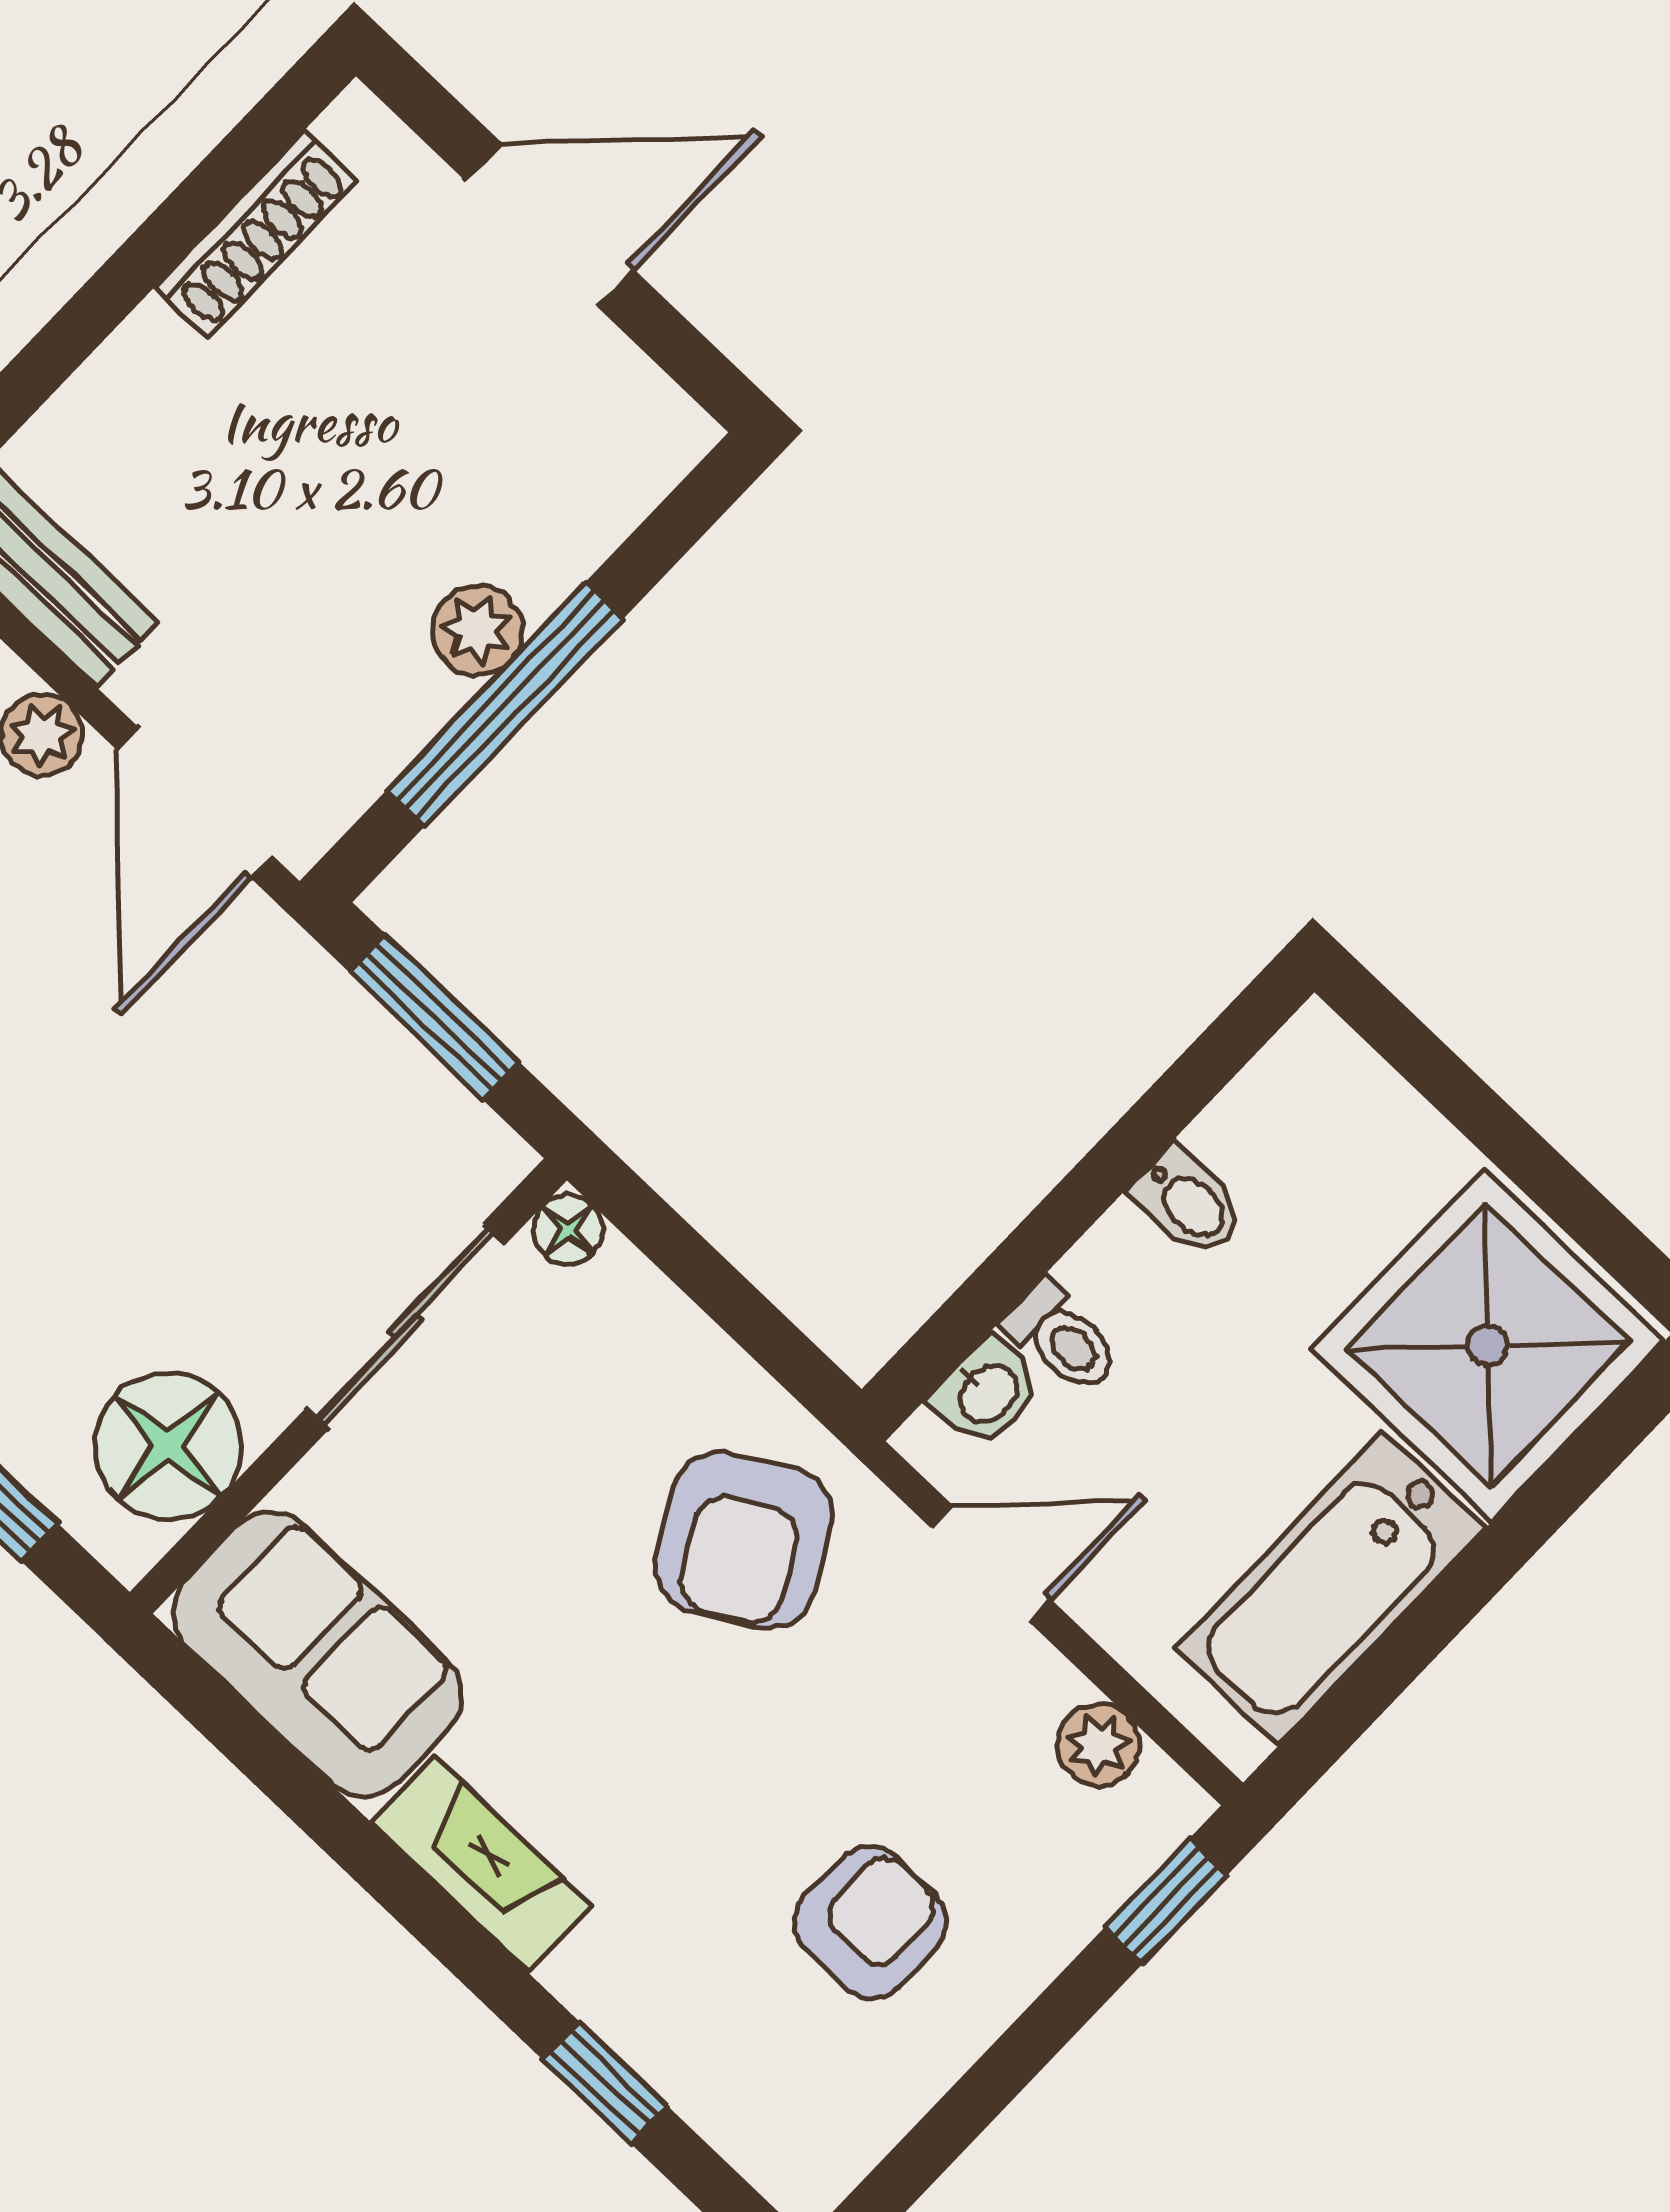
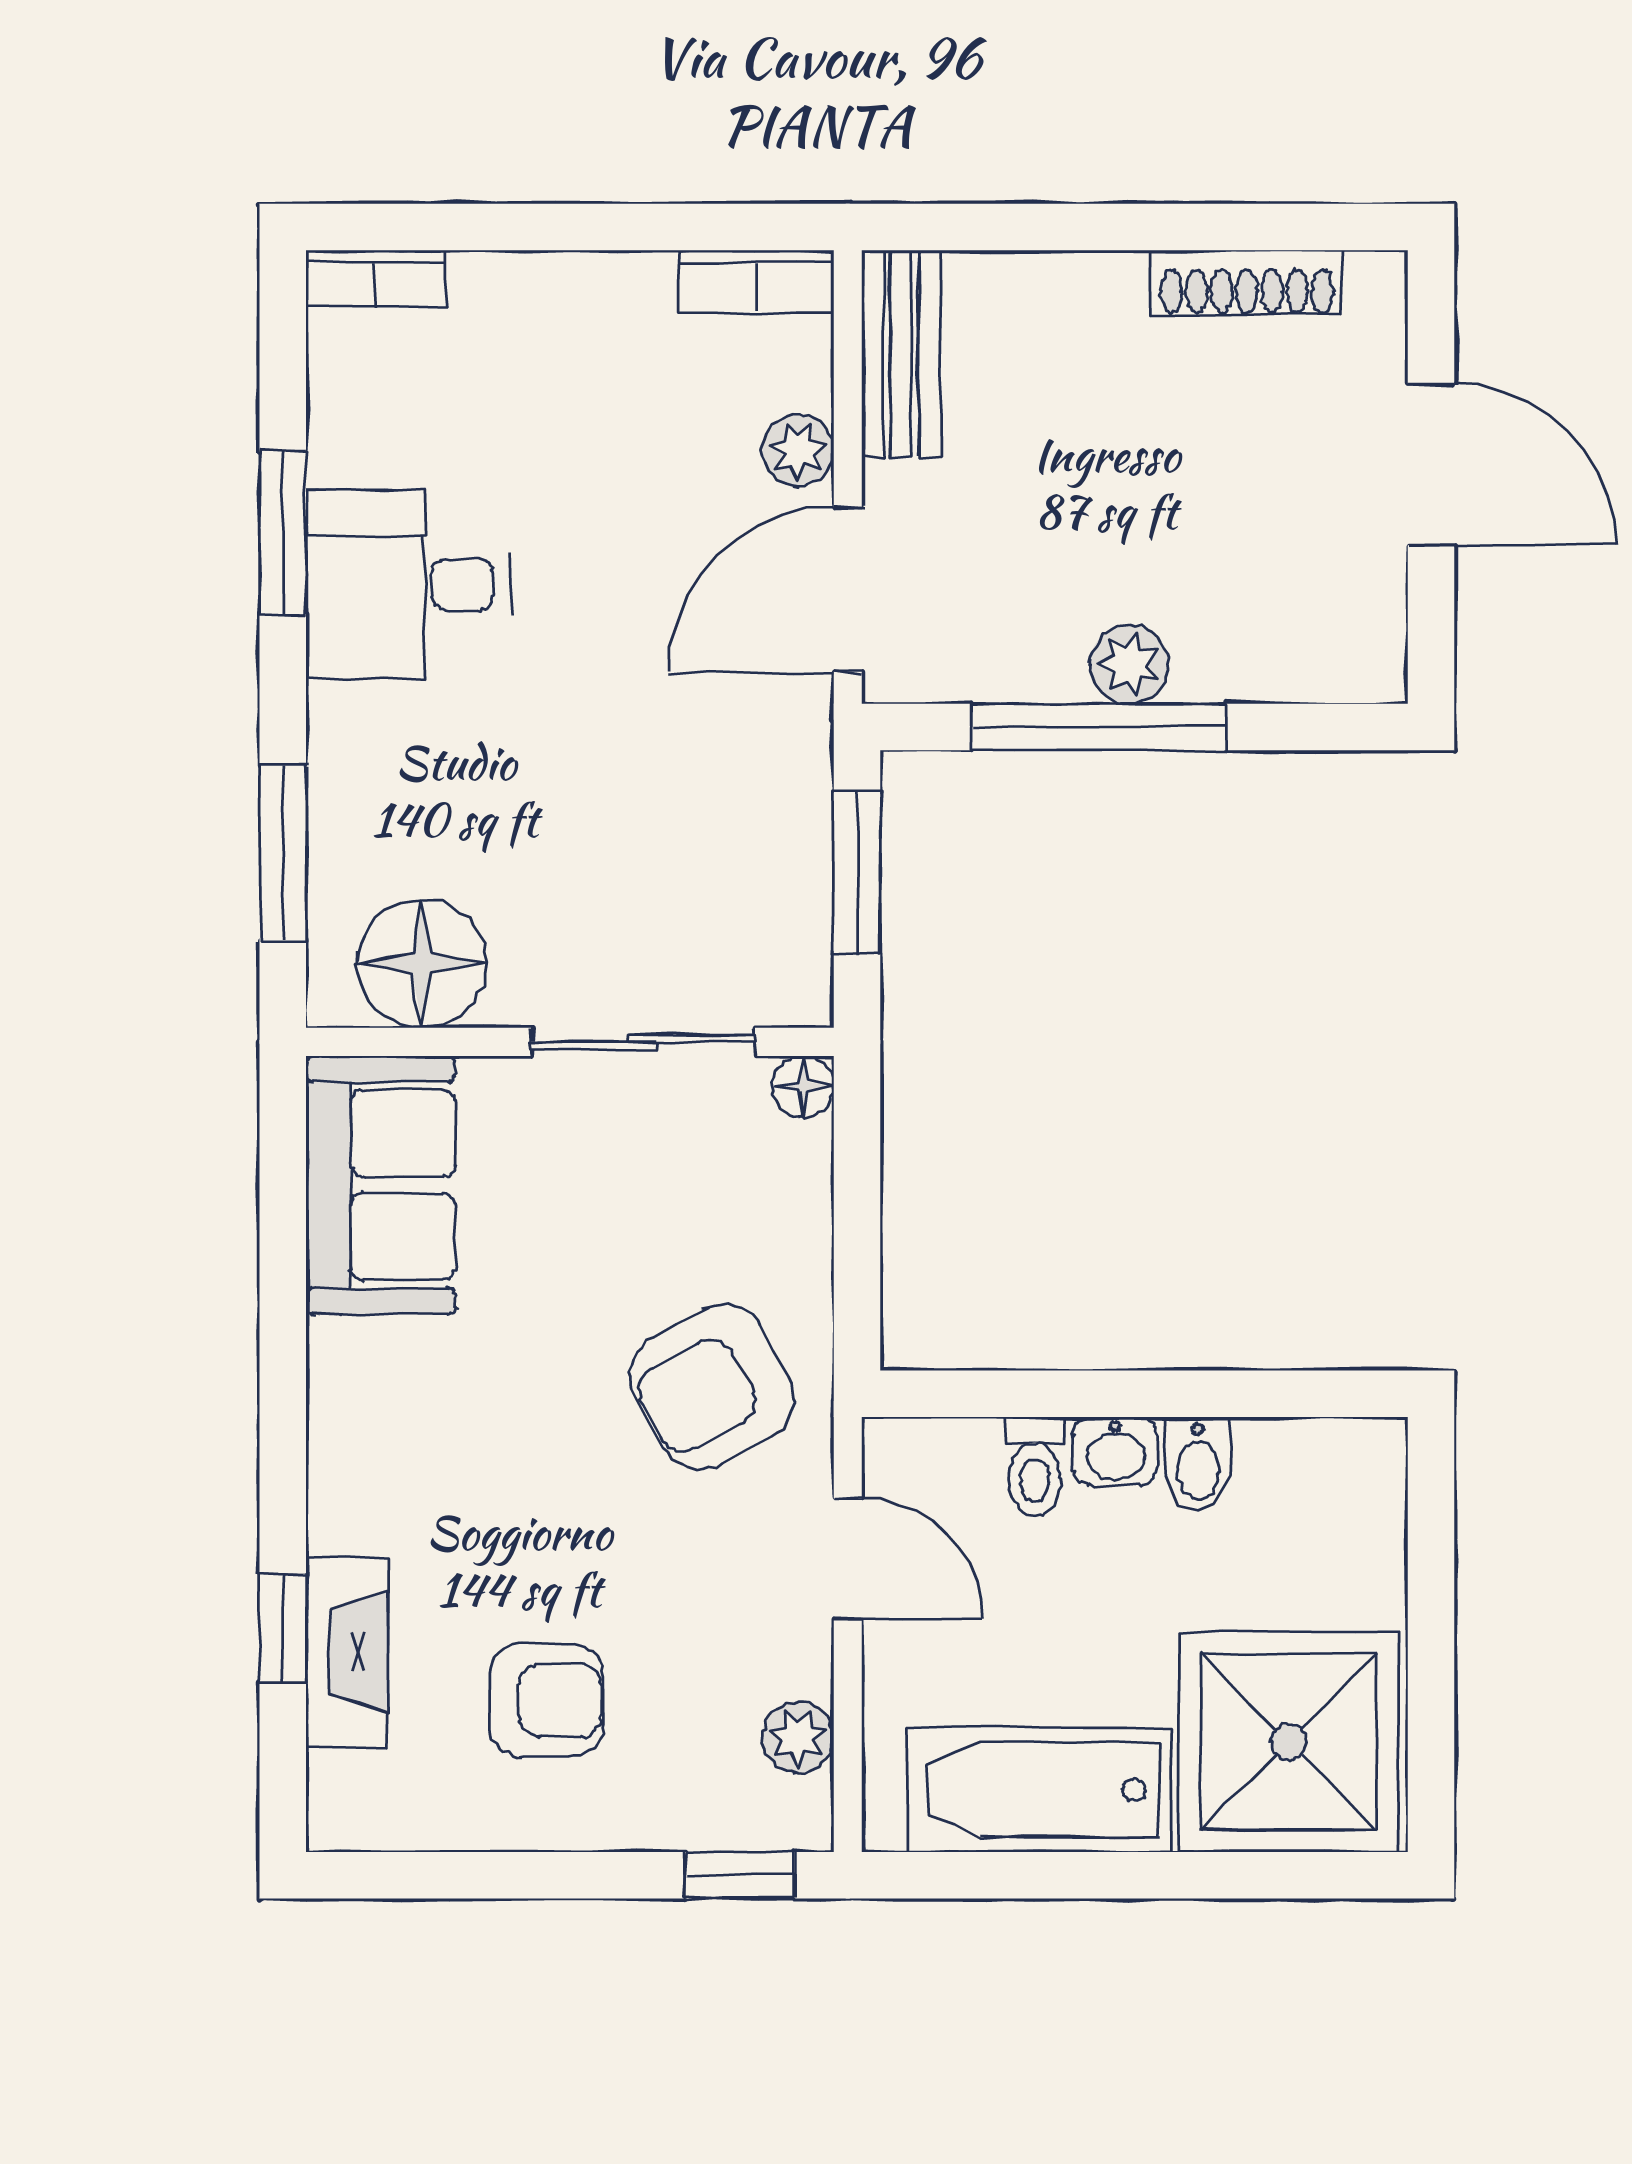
washbasin: (986, 1392) -> (1115, 1451), moved
fireplace: (481, 1864) -> (347, 1652), moved

